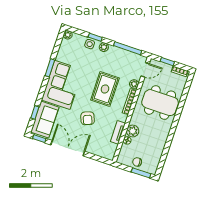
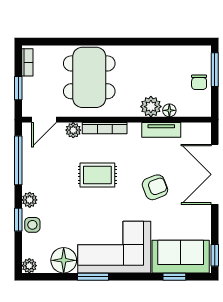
floor lamp: (64, 55) -> (64, 260), added
door: (145, 70) -> (44, 120), swing flipped
rug: (105, 89) -> (97, 175), width x0.73, depth x0.70
double door: (68, 148) -> (215, 174), moved

